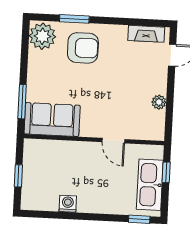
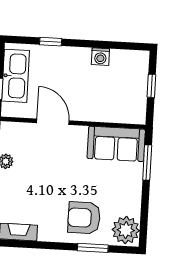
door: (113, 141) -> (53, 122), width x1.38
window: (139, 219) -> (51, 42), moved

